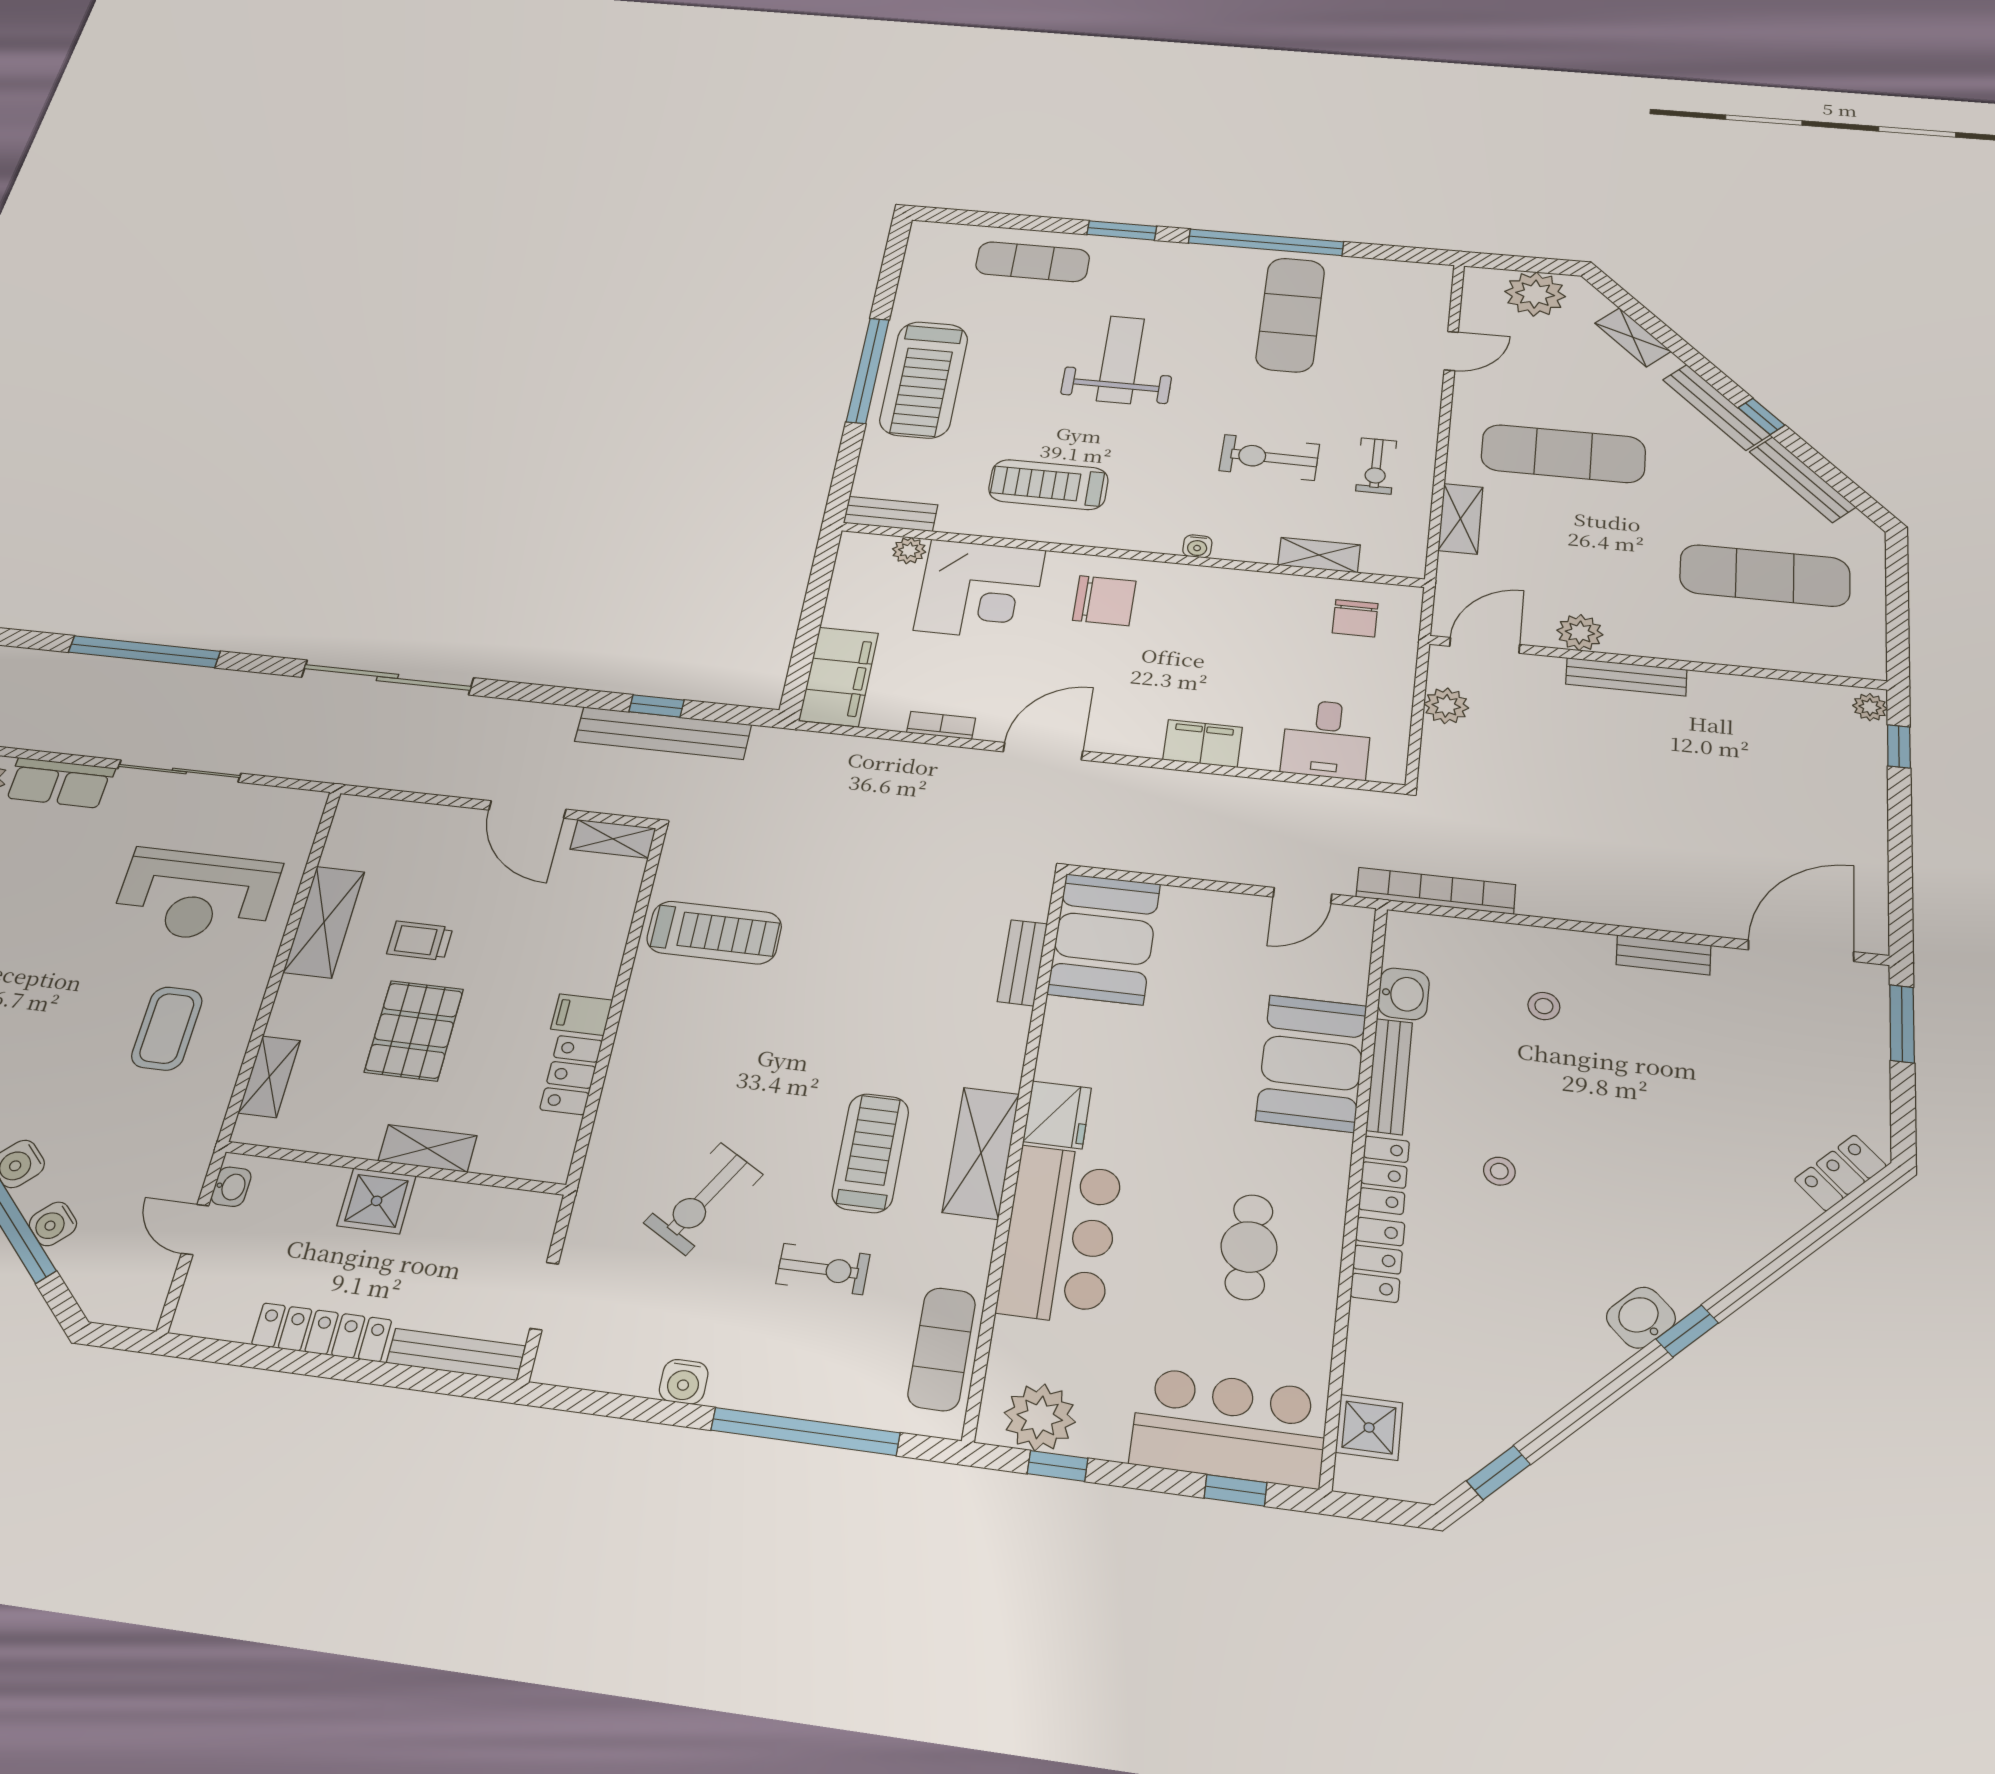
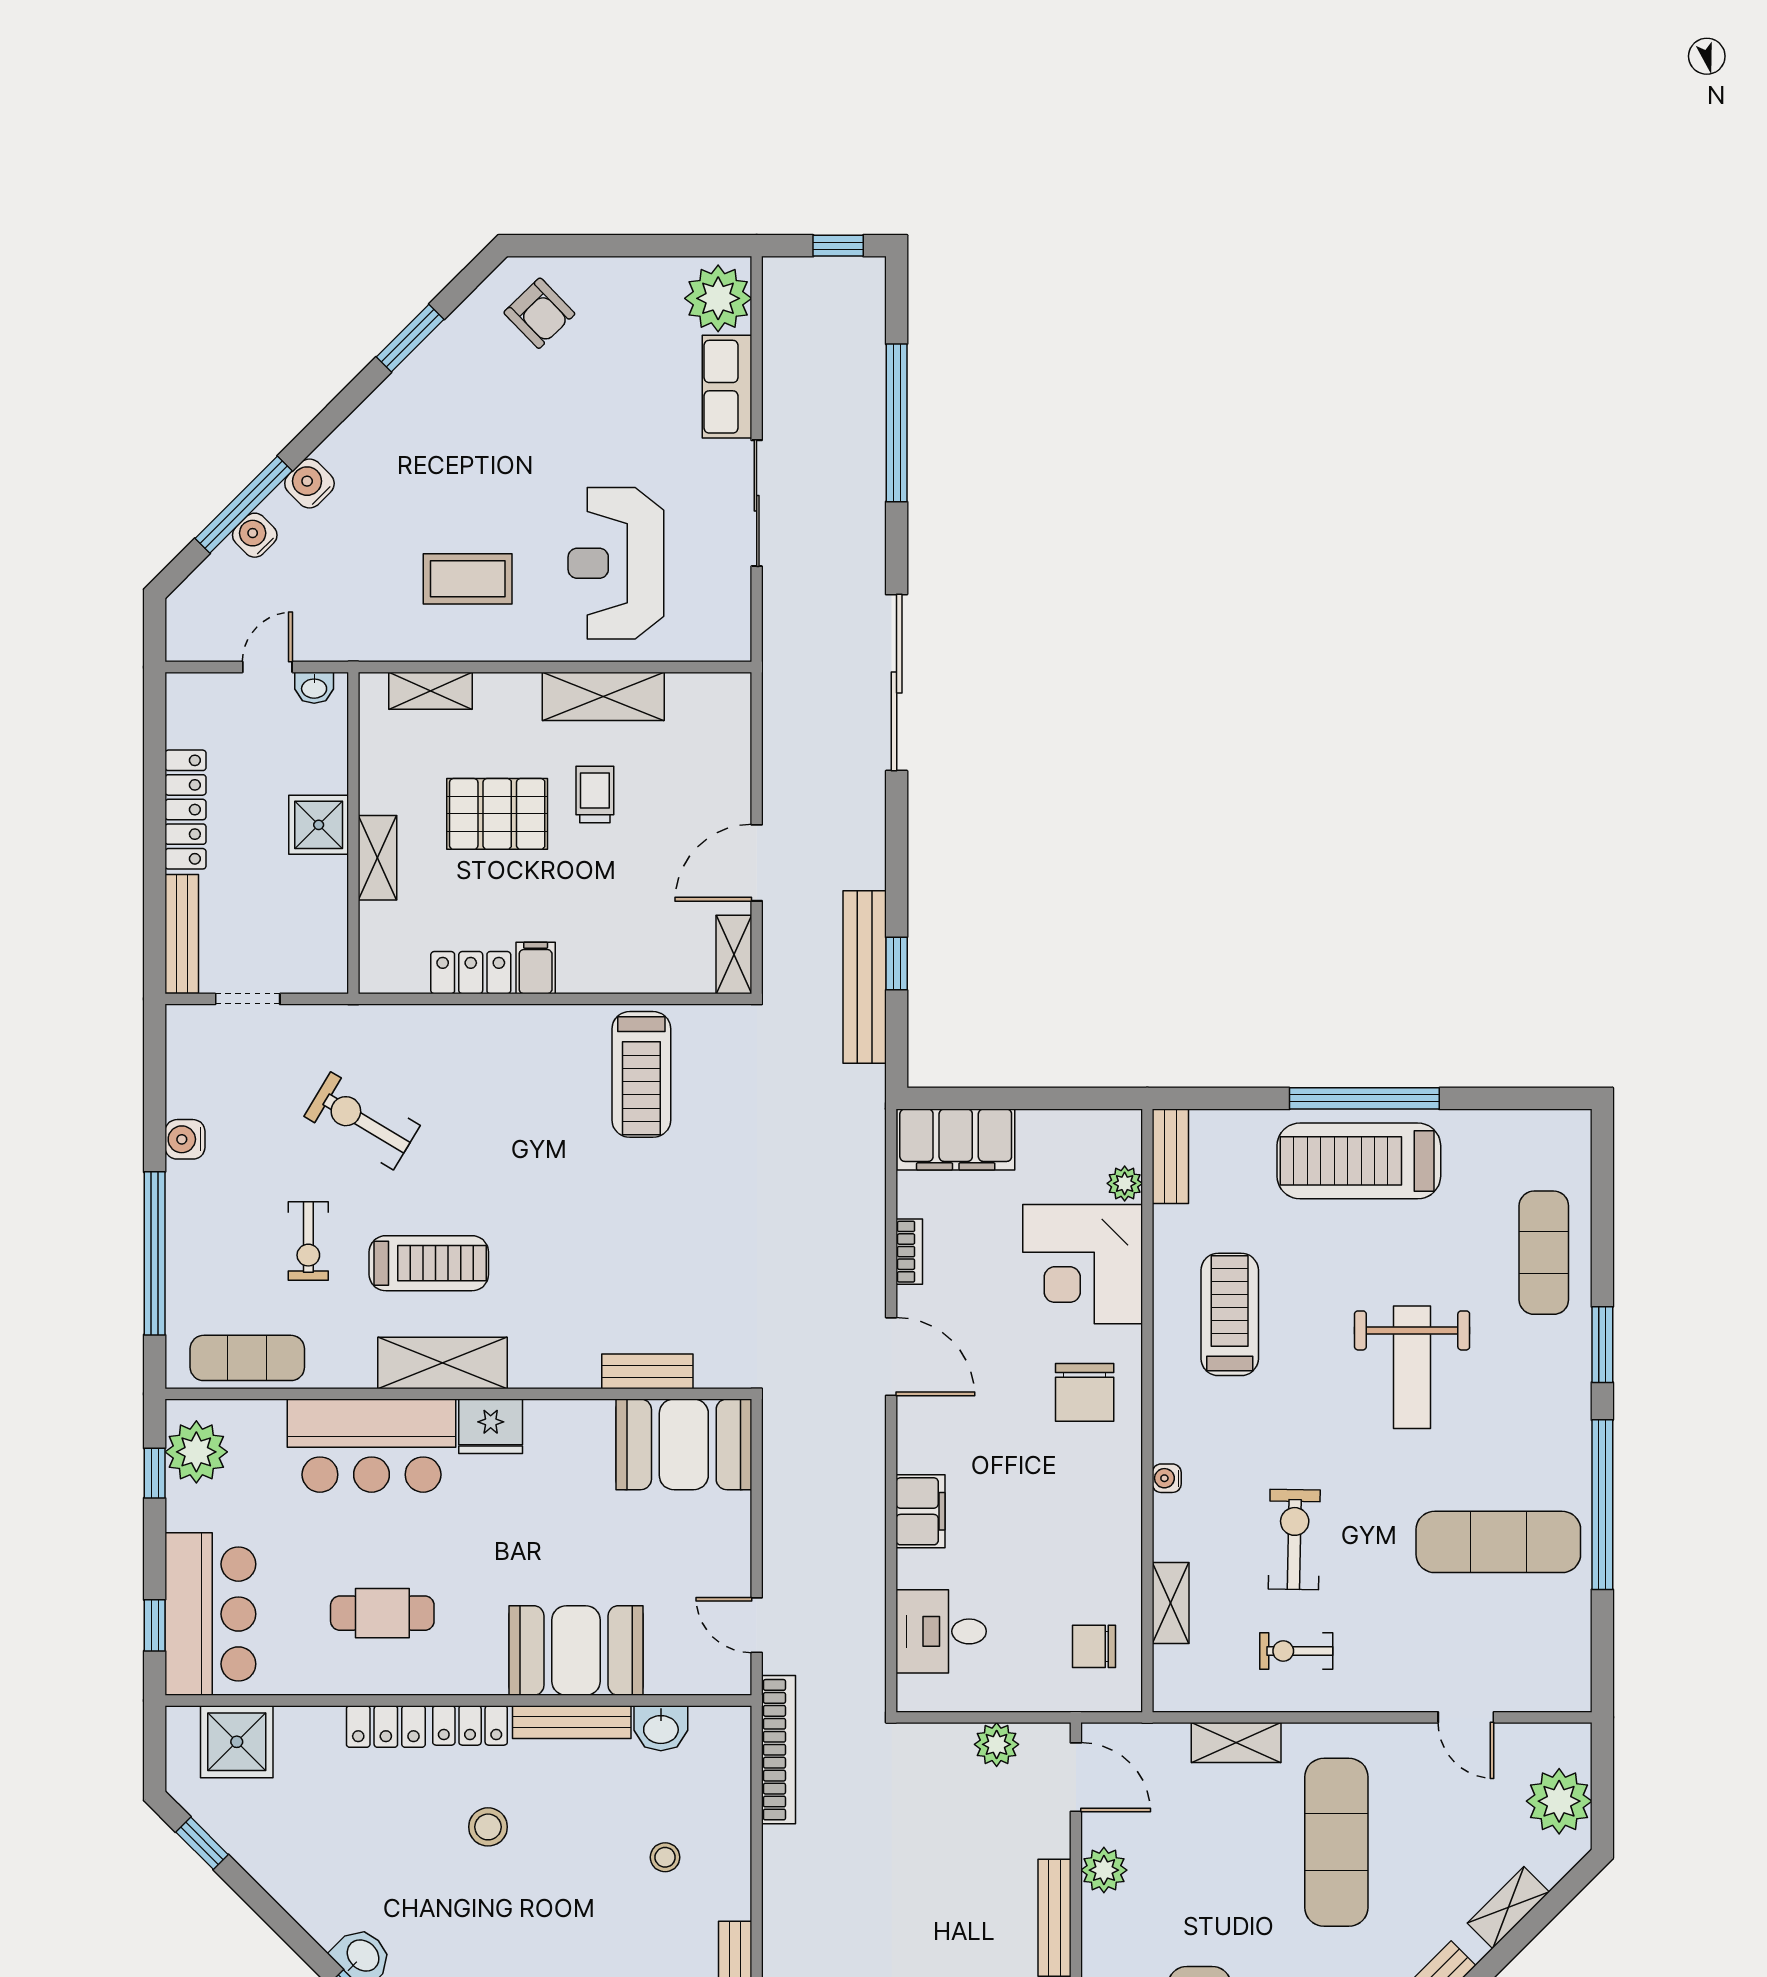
weight bench: (1121, 360) -> (1412, 1367), turned 90
stool: (1499, 1171) -> (488, 1827), width x1.37, depth x1.37
shower: (1369, 1427) -> (237, 1742), width x1.36, depth x1.36

